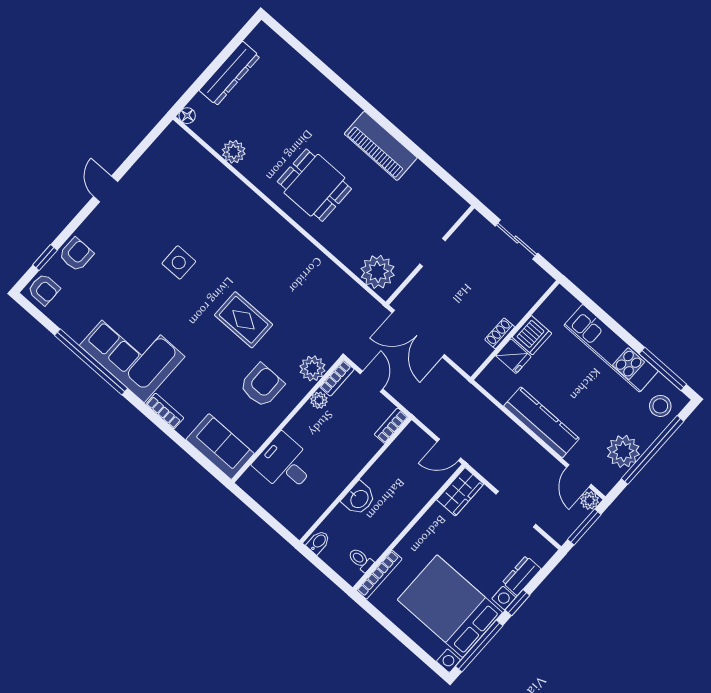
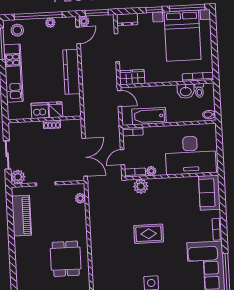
piano: (381, 146) -> (22, 216), moved
plant: (476, 226) -> (18, 177), added
plant: (378, 272) -> (80, 198), width x0.53, depth x0.53
rug: (244, 320) -> (149, 234), turned 90
armchair: (262, 385) -> (168, 200), removed
plant: (623, 451) -> (50, 23), width x0.53, depth x0.53
desk: (285, 464) -> (190, 155), width x1.87, depth x1.30
bathtub: (391, 465) -> (149, 116), added
washbasin: (359, 499) -> (186, 91), moved, turned 180
dresser: (522, 576) -> (127, 19), moved

